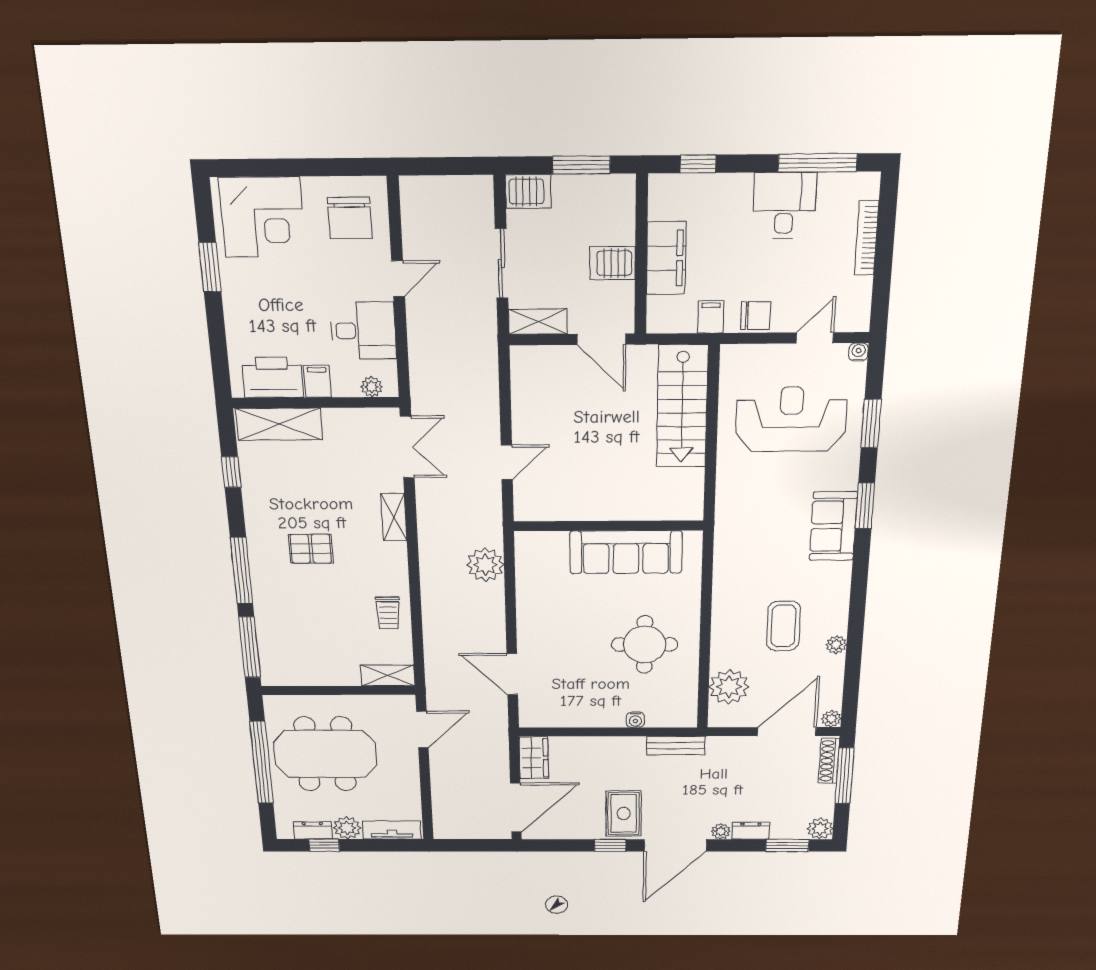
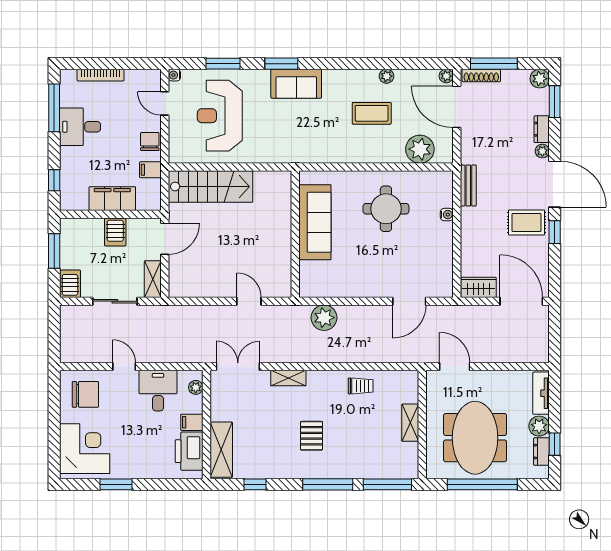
shelving: (388, 675) -> (410, 423), moved

